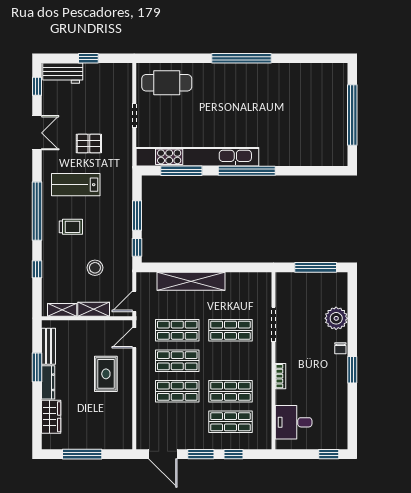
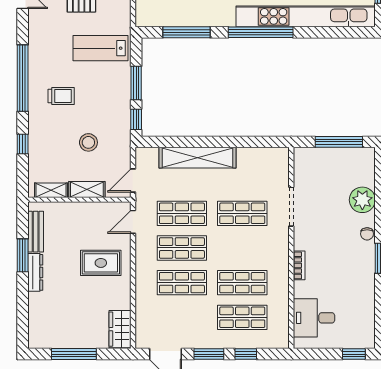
kitchen unit: (197, 157) -> (306, 16), moved
lab bench: (76, 185) -> (100, 48), moved
rug: (106, 374) -> (101, 263), turned 90
wardrobe: (51, 417) -> (120, 329), moved, turned 180

